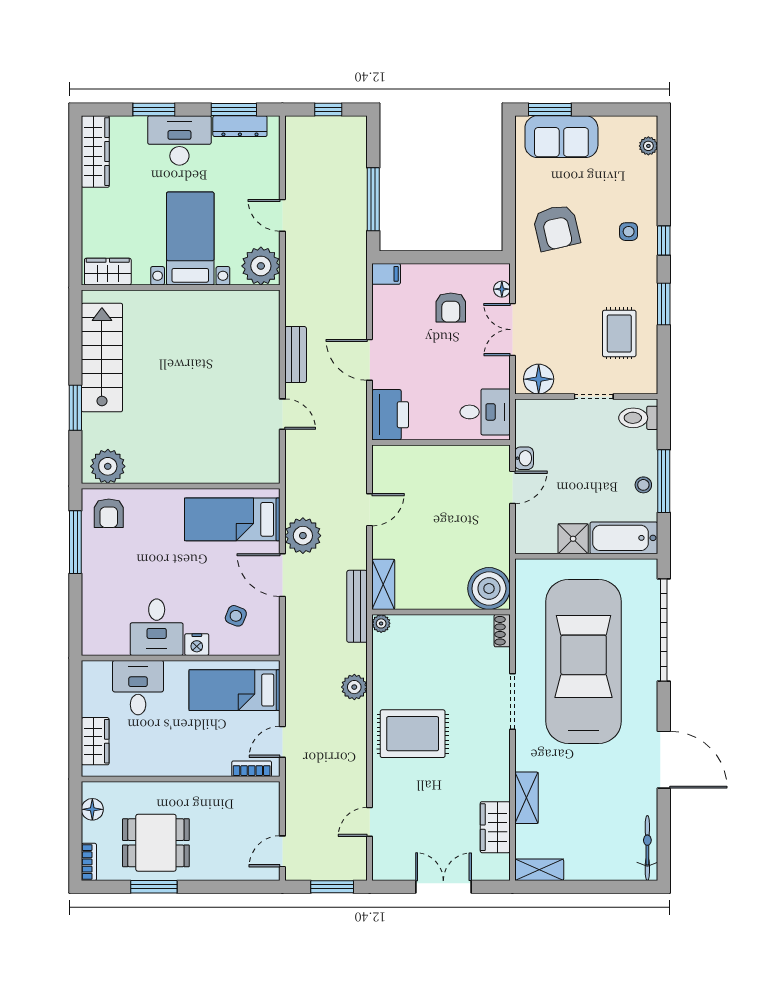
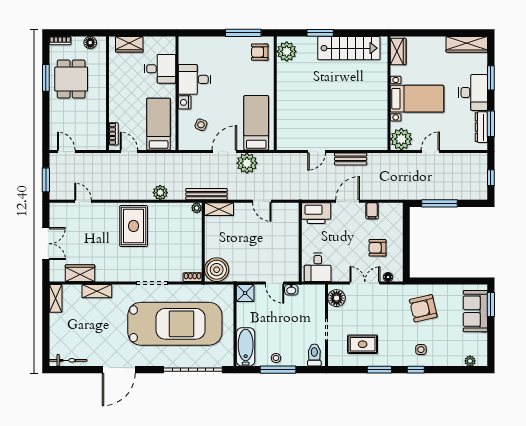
filing cabinet: (386, 274) -> (372, 211), moved
shower: (573, 539) -> (245, 293), moved

